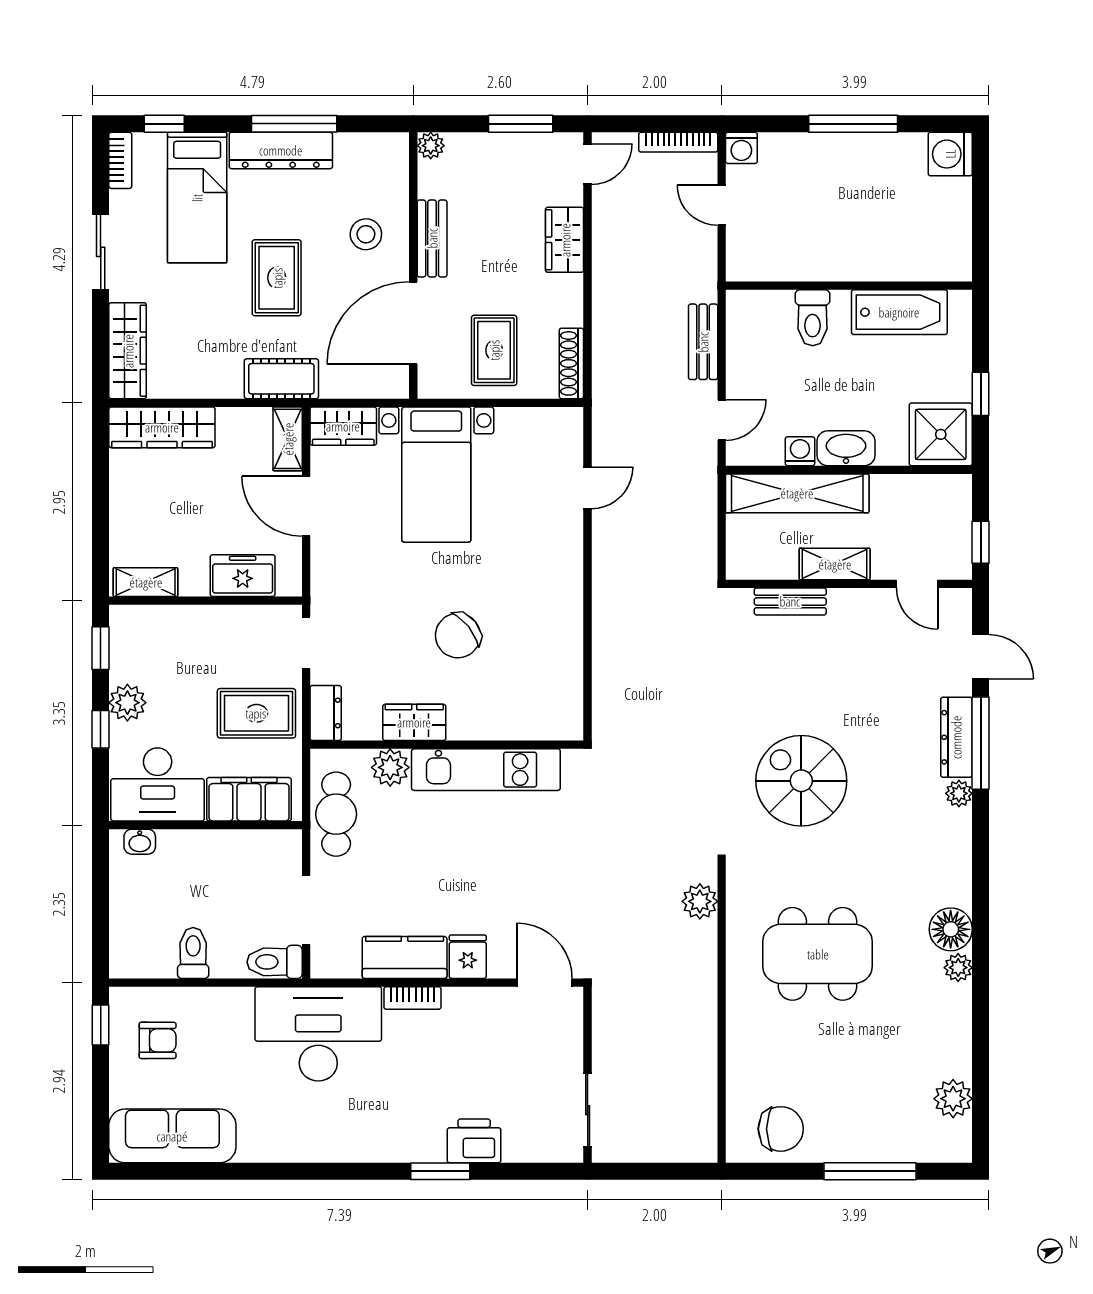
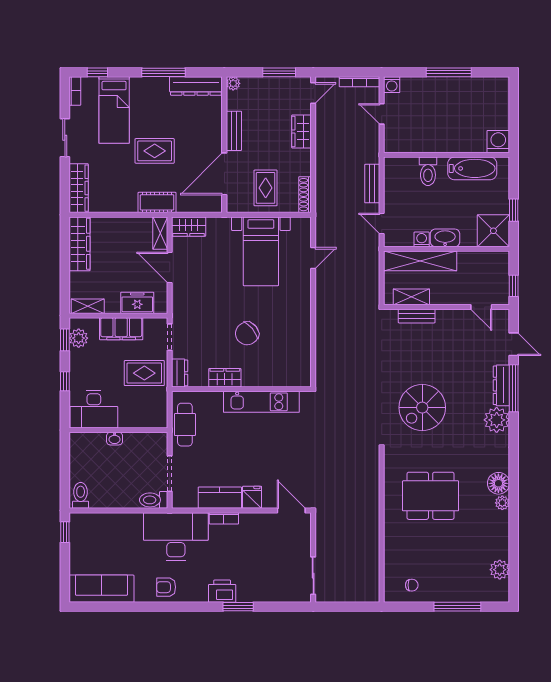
dresser: (281, 150) -> (196, 86), moved
washing machine: (950, 154) -> (498, 142), moved, turned 90
stool: (366, 234) -> (200, 129), removed
rug: (277, 278) -> (155, 151), turned 90
door: (722, 420) -> (382, 223), swing flipped
wardrobe: (162, 427) -> (80, 244), moved, turned -90
bed with nightstands: (436, 475) -> (261, 251), moved
shelving: (835, 564) -> (411, 297), moved
plant: (127, 703) -> (79, 338), moved
plant: (390, 767) -> (213, 401), removed
spiral stairs: (801, 781) -> (422, 408), turned -90
plant: (959, 793) -> (497, 420), width x1.87, depth x1.87
filing cabinet: (249, 799) -> (121, 329), moved, turned 180
washbasin: (140, 842) -> (115, 439), moved
plant: (700, 901) -> (370, 469), removed
toilet: (193, 953) -> (81, 495), moved
armchair: (158, 1040) -> (166, 587), moved, turned 180
chair: (781, 1129) -> (412, 585), width x0.54, depth x0.54
printer: (474, 1141) -> (222, 591), moved

